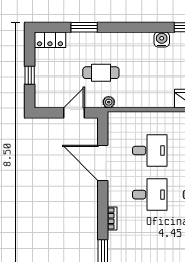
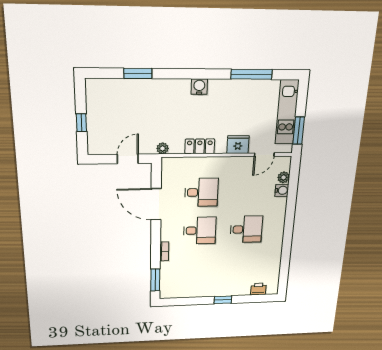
water cooler: (162, 39) -> (199, 87), moved
locker: (50, 40) -> (200, 146), moved, turned 180
cafe table: (101, 73) -> (155, 120), removed

